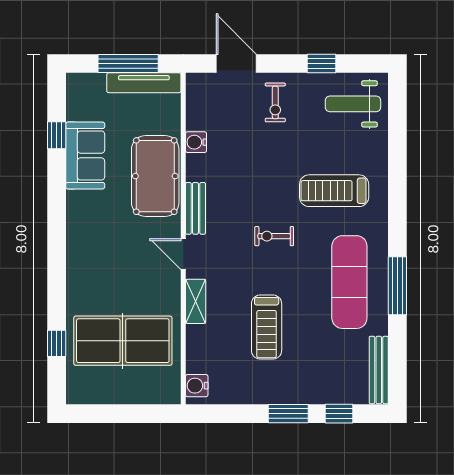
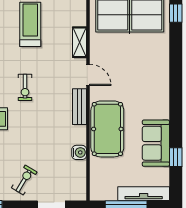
tv unit: (144, 83) -> (144, 194), moved
exercise bike: (275, 102) -> (24, 180), turned 31
exercise bike: (274, 236) -> (25, 87), turned 90

